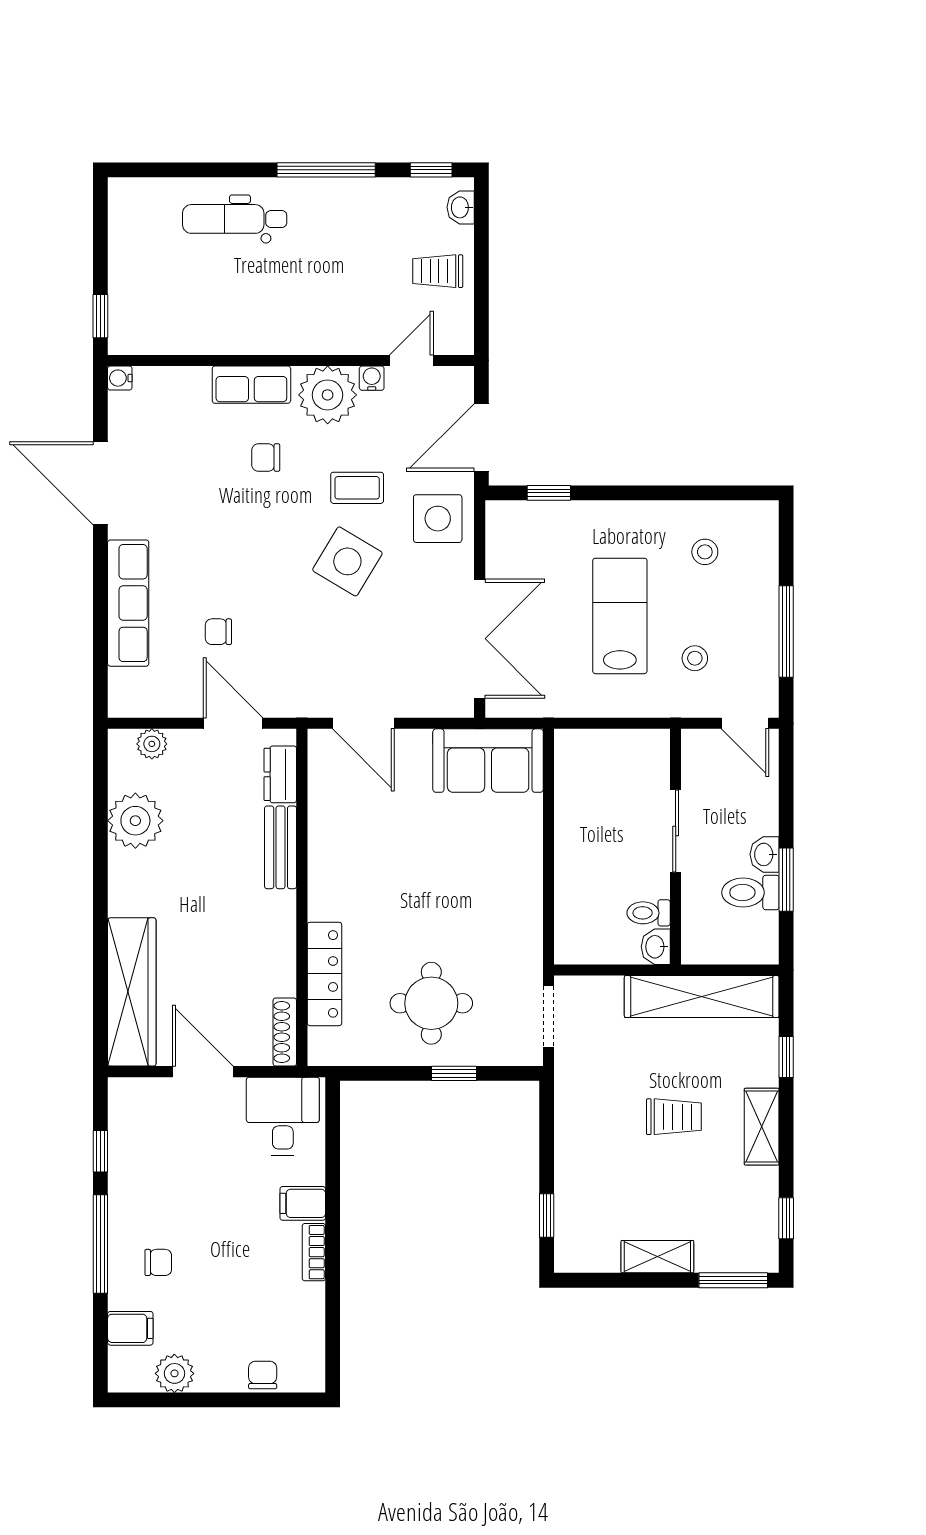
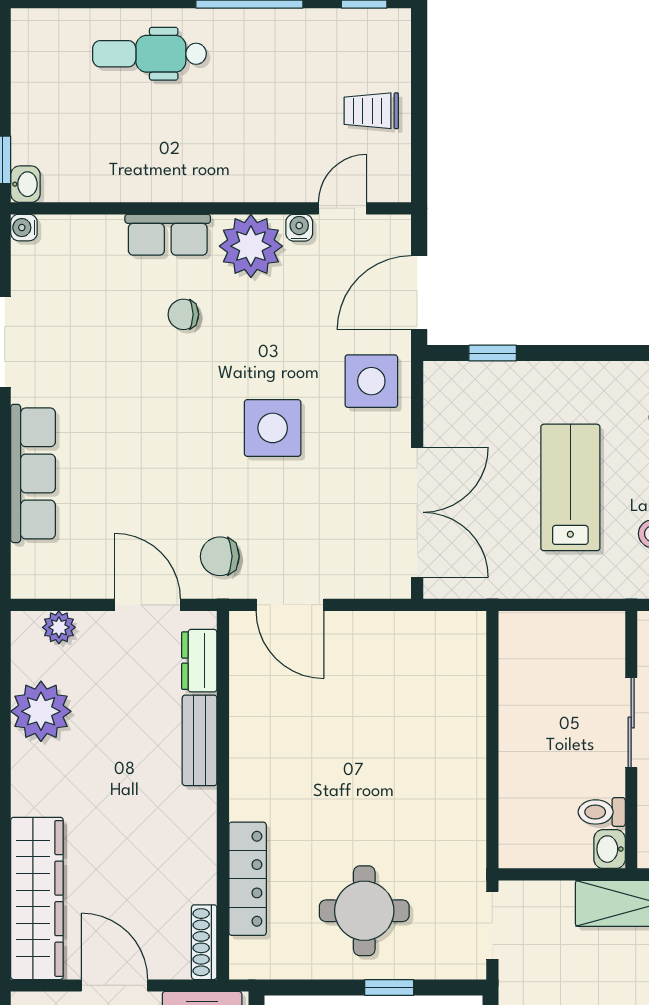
washbasin: (461, 207) -> (25, 184), moved, turned 180
coffee table: (357, 488) -> (283, 347), removed
side table: (347, 561) -> (273, 428), turned -31
chair: (218, 632) -> (220, 556), moved, width x1.37, depth x1.37
sofa: (488, 761) -> (426, 646), removed

